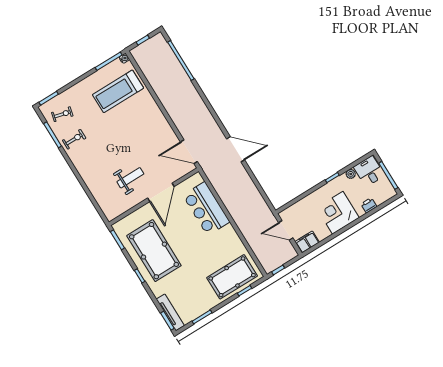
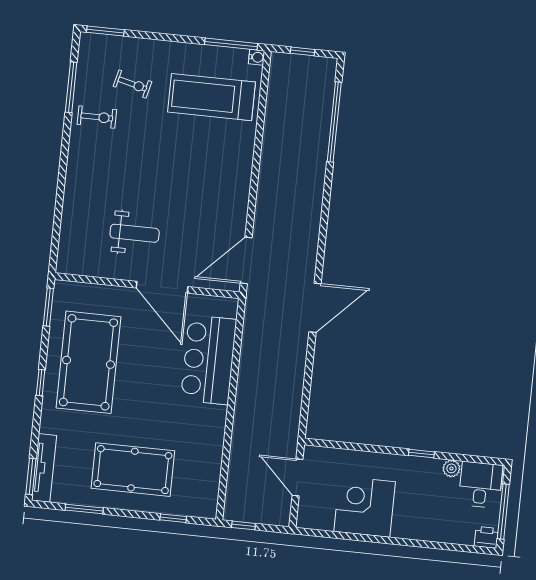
exercise bike: (62, 114) -> (132, 84), moved
door: (236, 149) -> (315, 308), hinge flipped
door: (189, 152) -> (246, 260), hinge flipped
door: (161, 192) -> (162, 287), hinge flipped
printer: (369, 205) -> (486, 537), moved
corner desk: (338, 213) -> (365, 507), moved
filing cabinet: (307, 242) -> (315, 517), removed
pool table: (232, 277) -> (133, 470), moved

